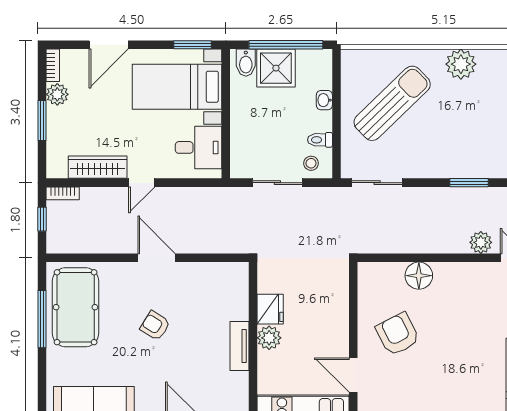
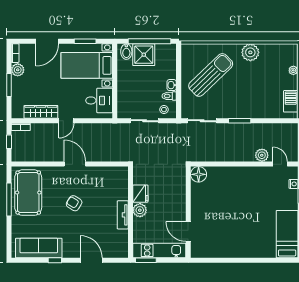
window: (192, 45) -> (85, 41), moved
washbasin: (324, 100) -> (172, 85), moved
window: (469, 183) -> (240, 121), moved
floor lamp: (419, 276) -> (199, 174), moved
armchair: (398, 334) -> (214, 208), removed

